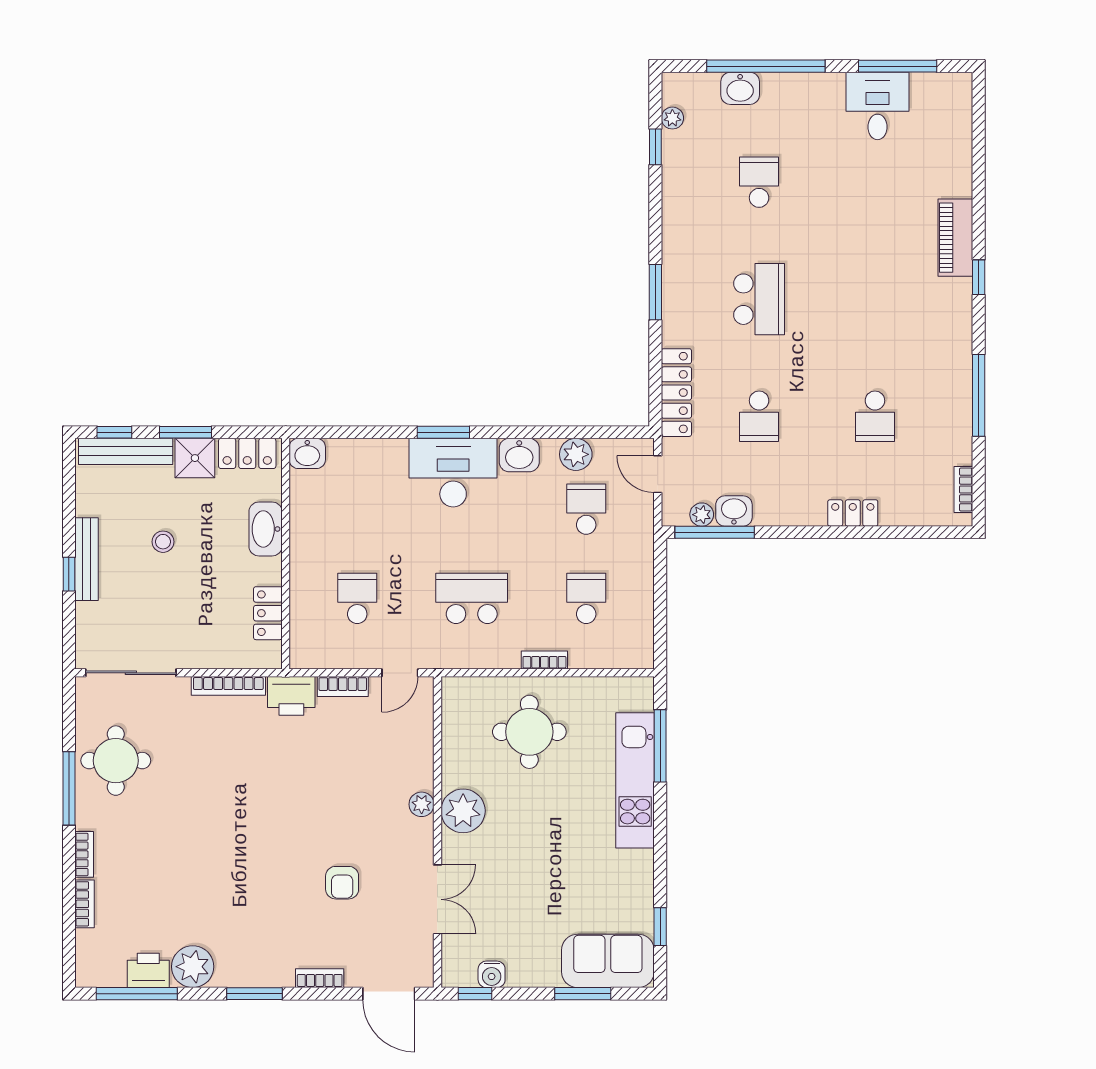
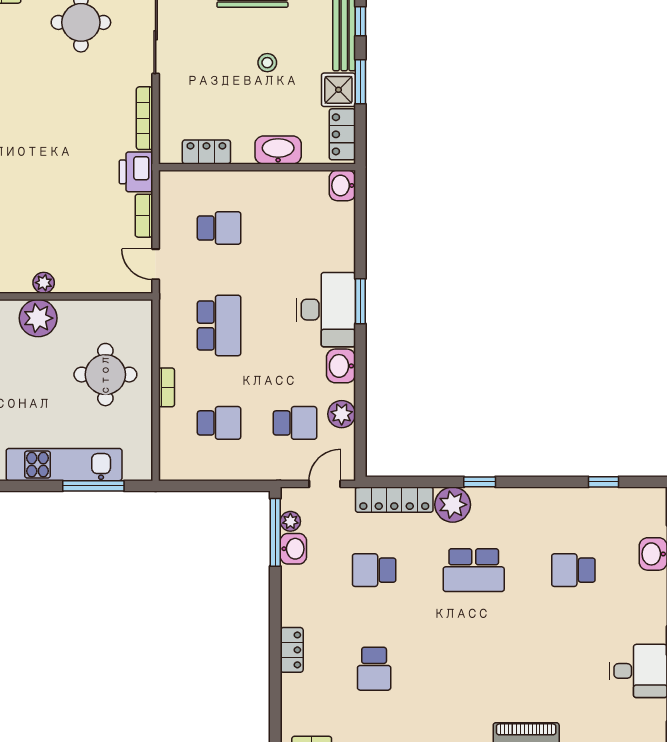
plant: (672, 118) -> (453, 505), moved, width x1.87, depth x1.87
school desk: (759, 182) -> (573, 570), turned 180
window: (655, 292) -> (480, 482), width x0.67
school desk: (875, 416) -> (374, 669), turned -90

